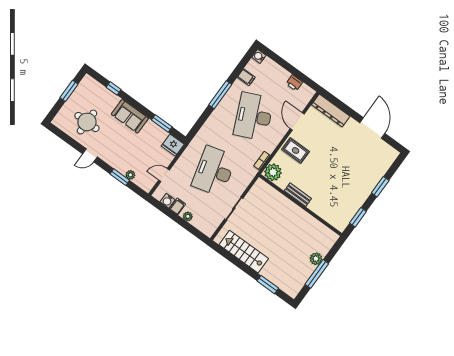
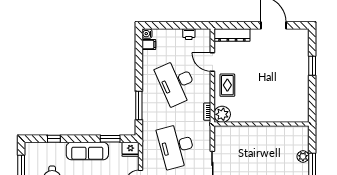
filing cabinet: (246, 77) -> (149, 44), moved
window: (220, 95) -> (139, 105), moved
sofa: (130, 116) -> (87, 151), width x1.36
rug: (296, 151) -> (227, 85), turned 90
bench: (298, 195) -> (254, 118), removed
window: (358, 217) -> (312, 101), removed

